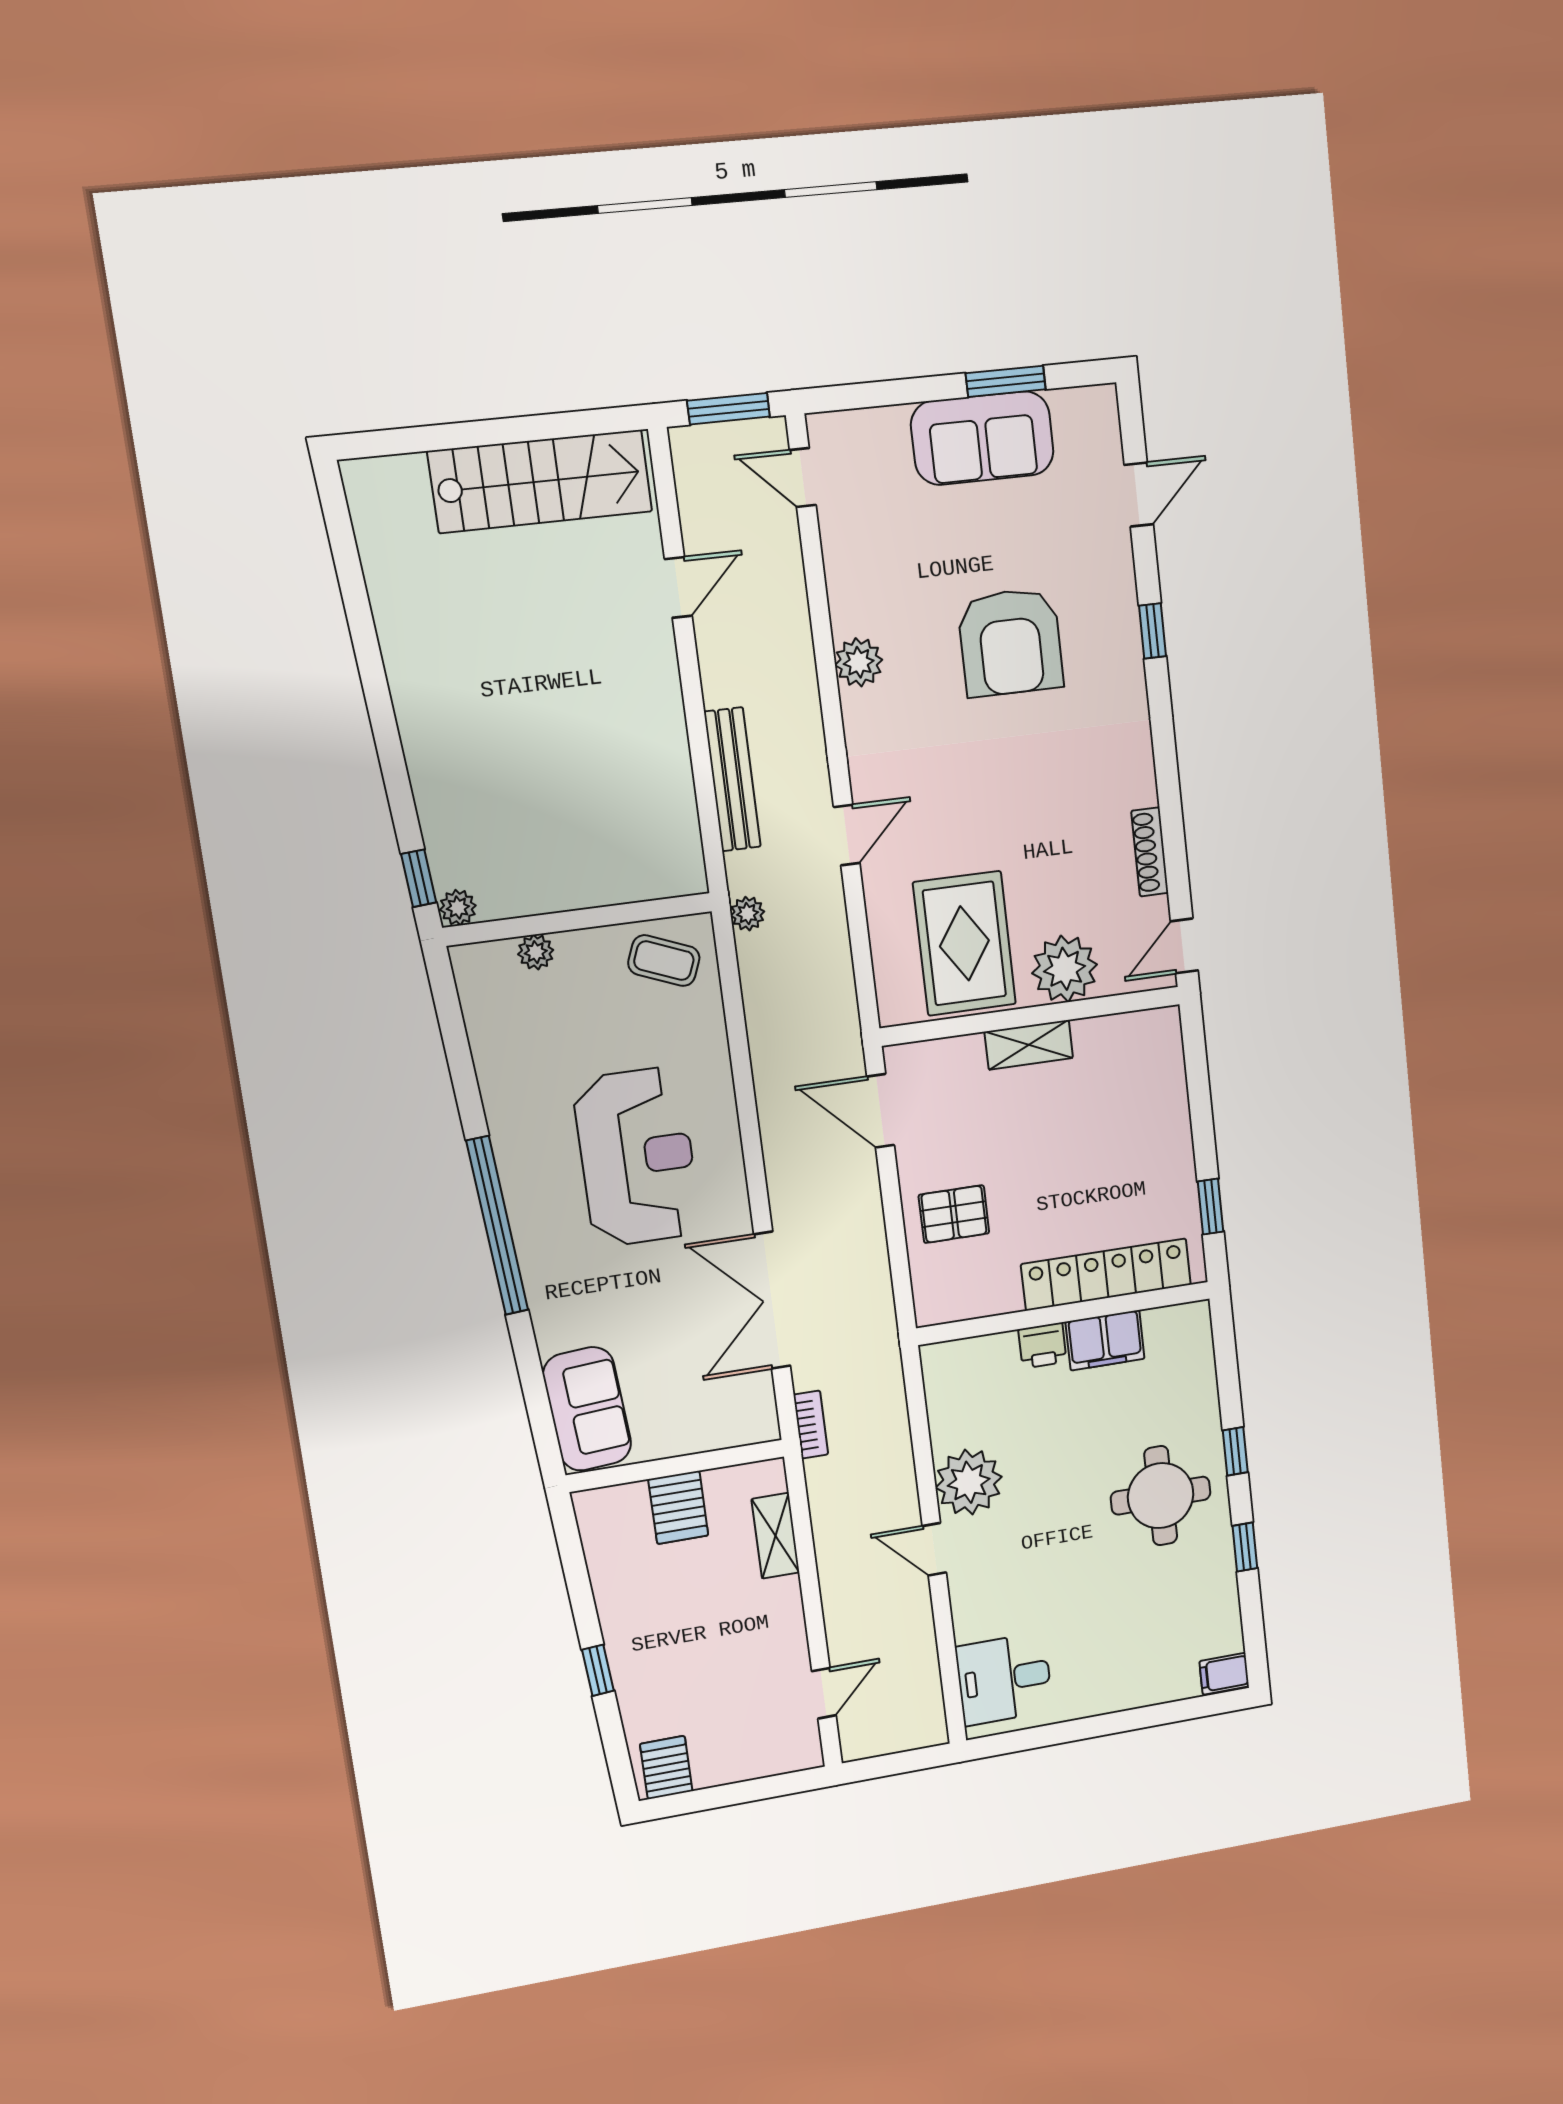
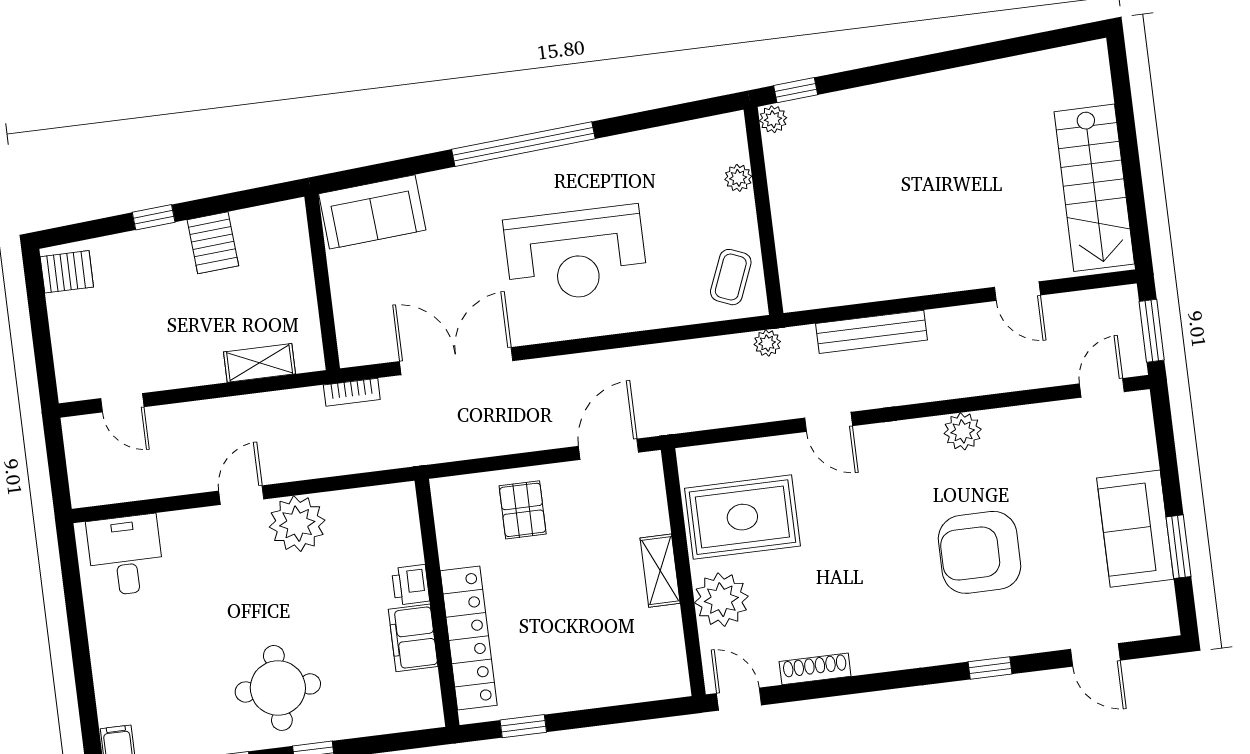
server rack: (678, 1507) -> (213, 243), moved, turned -94

